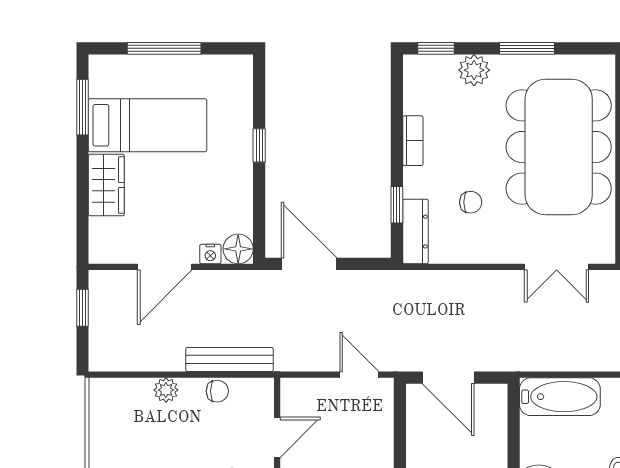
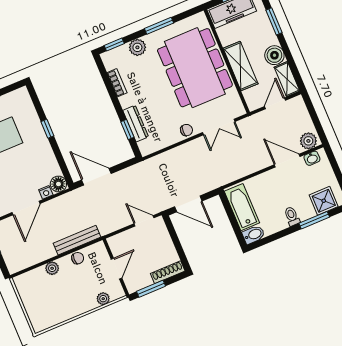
bookcase: (413, 141) -> (117, 83), moved
chair: (471, 202) -> (186, 130), moved
dresser: (415, 232) -> (136, 124), moved
bathtub: (560, 397) -> (242, 207), moved, turned -90

